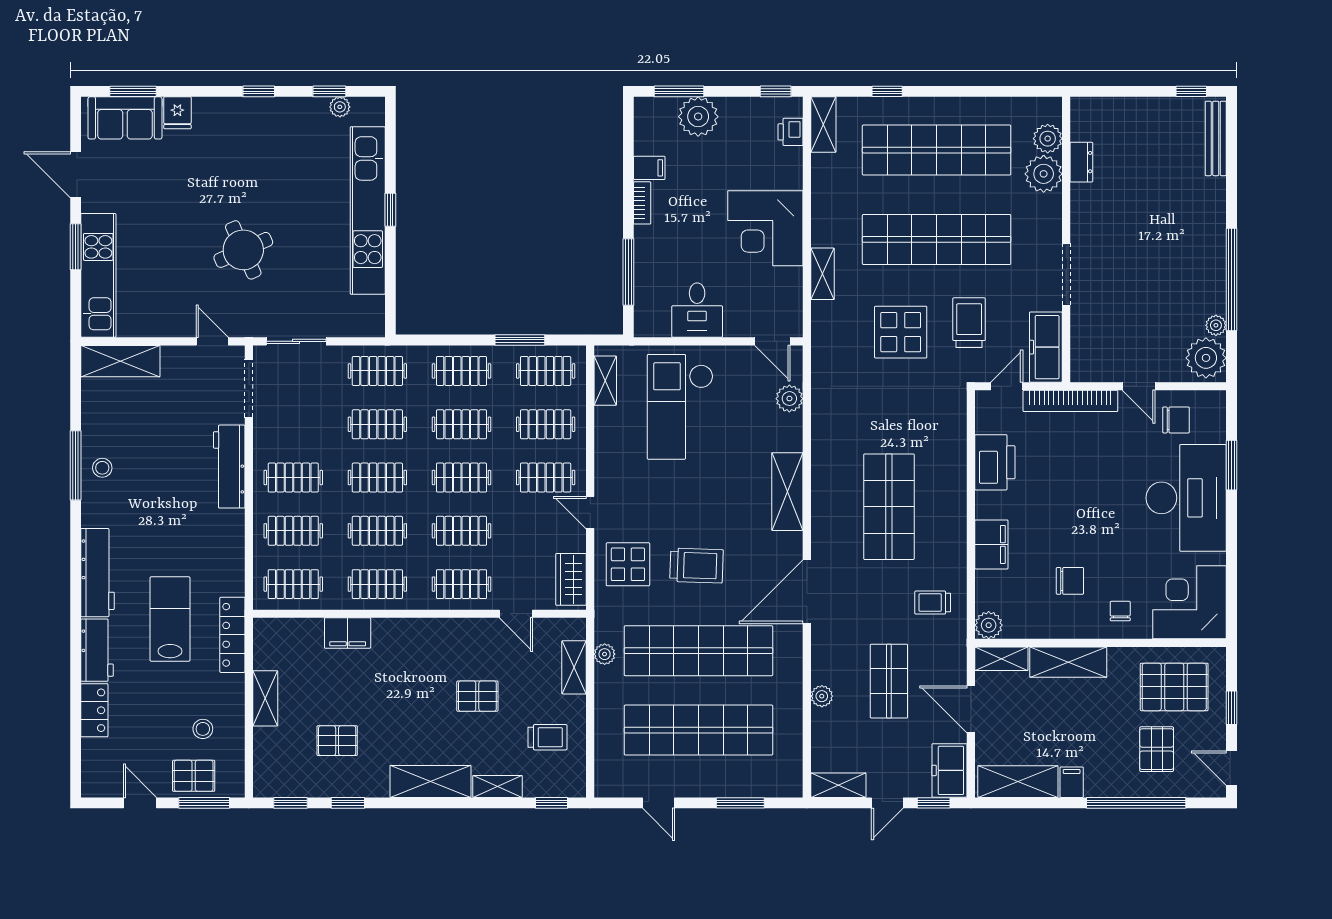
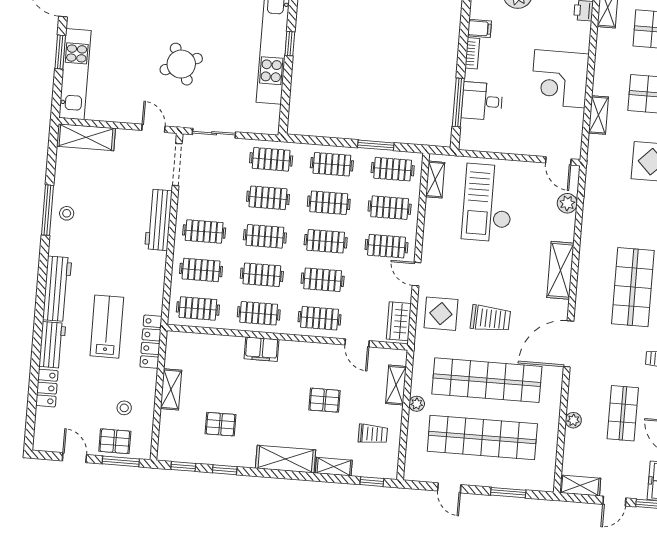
desk: (697, 310) -> (482, 101), moved, turned 90
filing cabinet: (348, 633) -> (262, 349), moved
plant: (605, 654) -> (417, 404), moved

